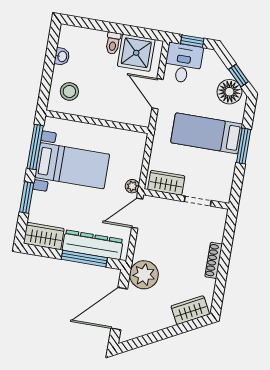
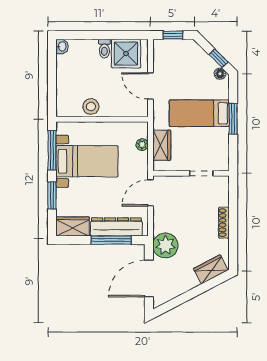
washbasin: (62, 56) -> (62, 46), moved
desk: (183, 63) -> (168, 56), removed
stool: (69, 91) -> (91, 107), moved
floor lamp: (229, 92) -> (220, 74), width x0.53, depth x0.53
wardrobe: (166, 183) -> (162, 145), moved, turned 90
plant: (132, 186) -> (142, 145), moved

